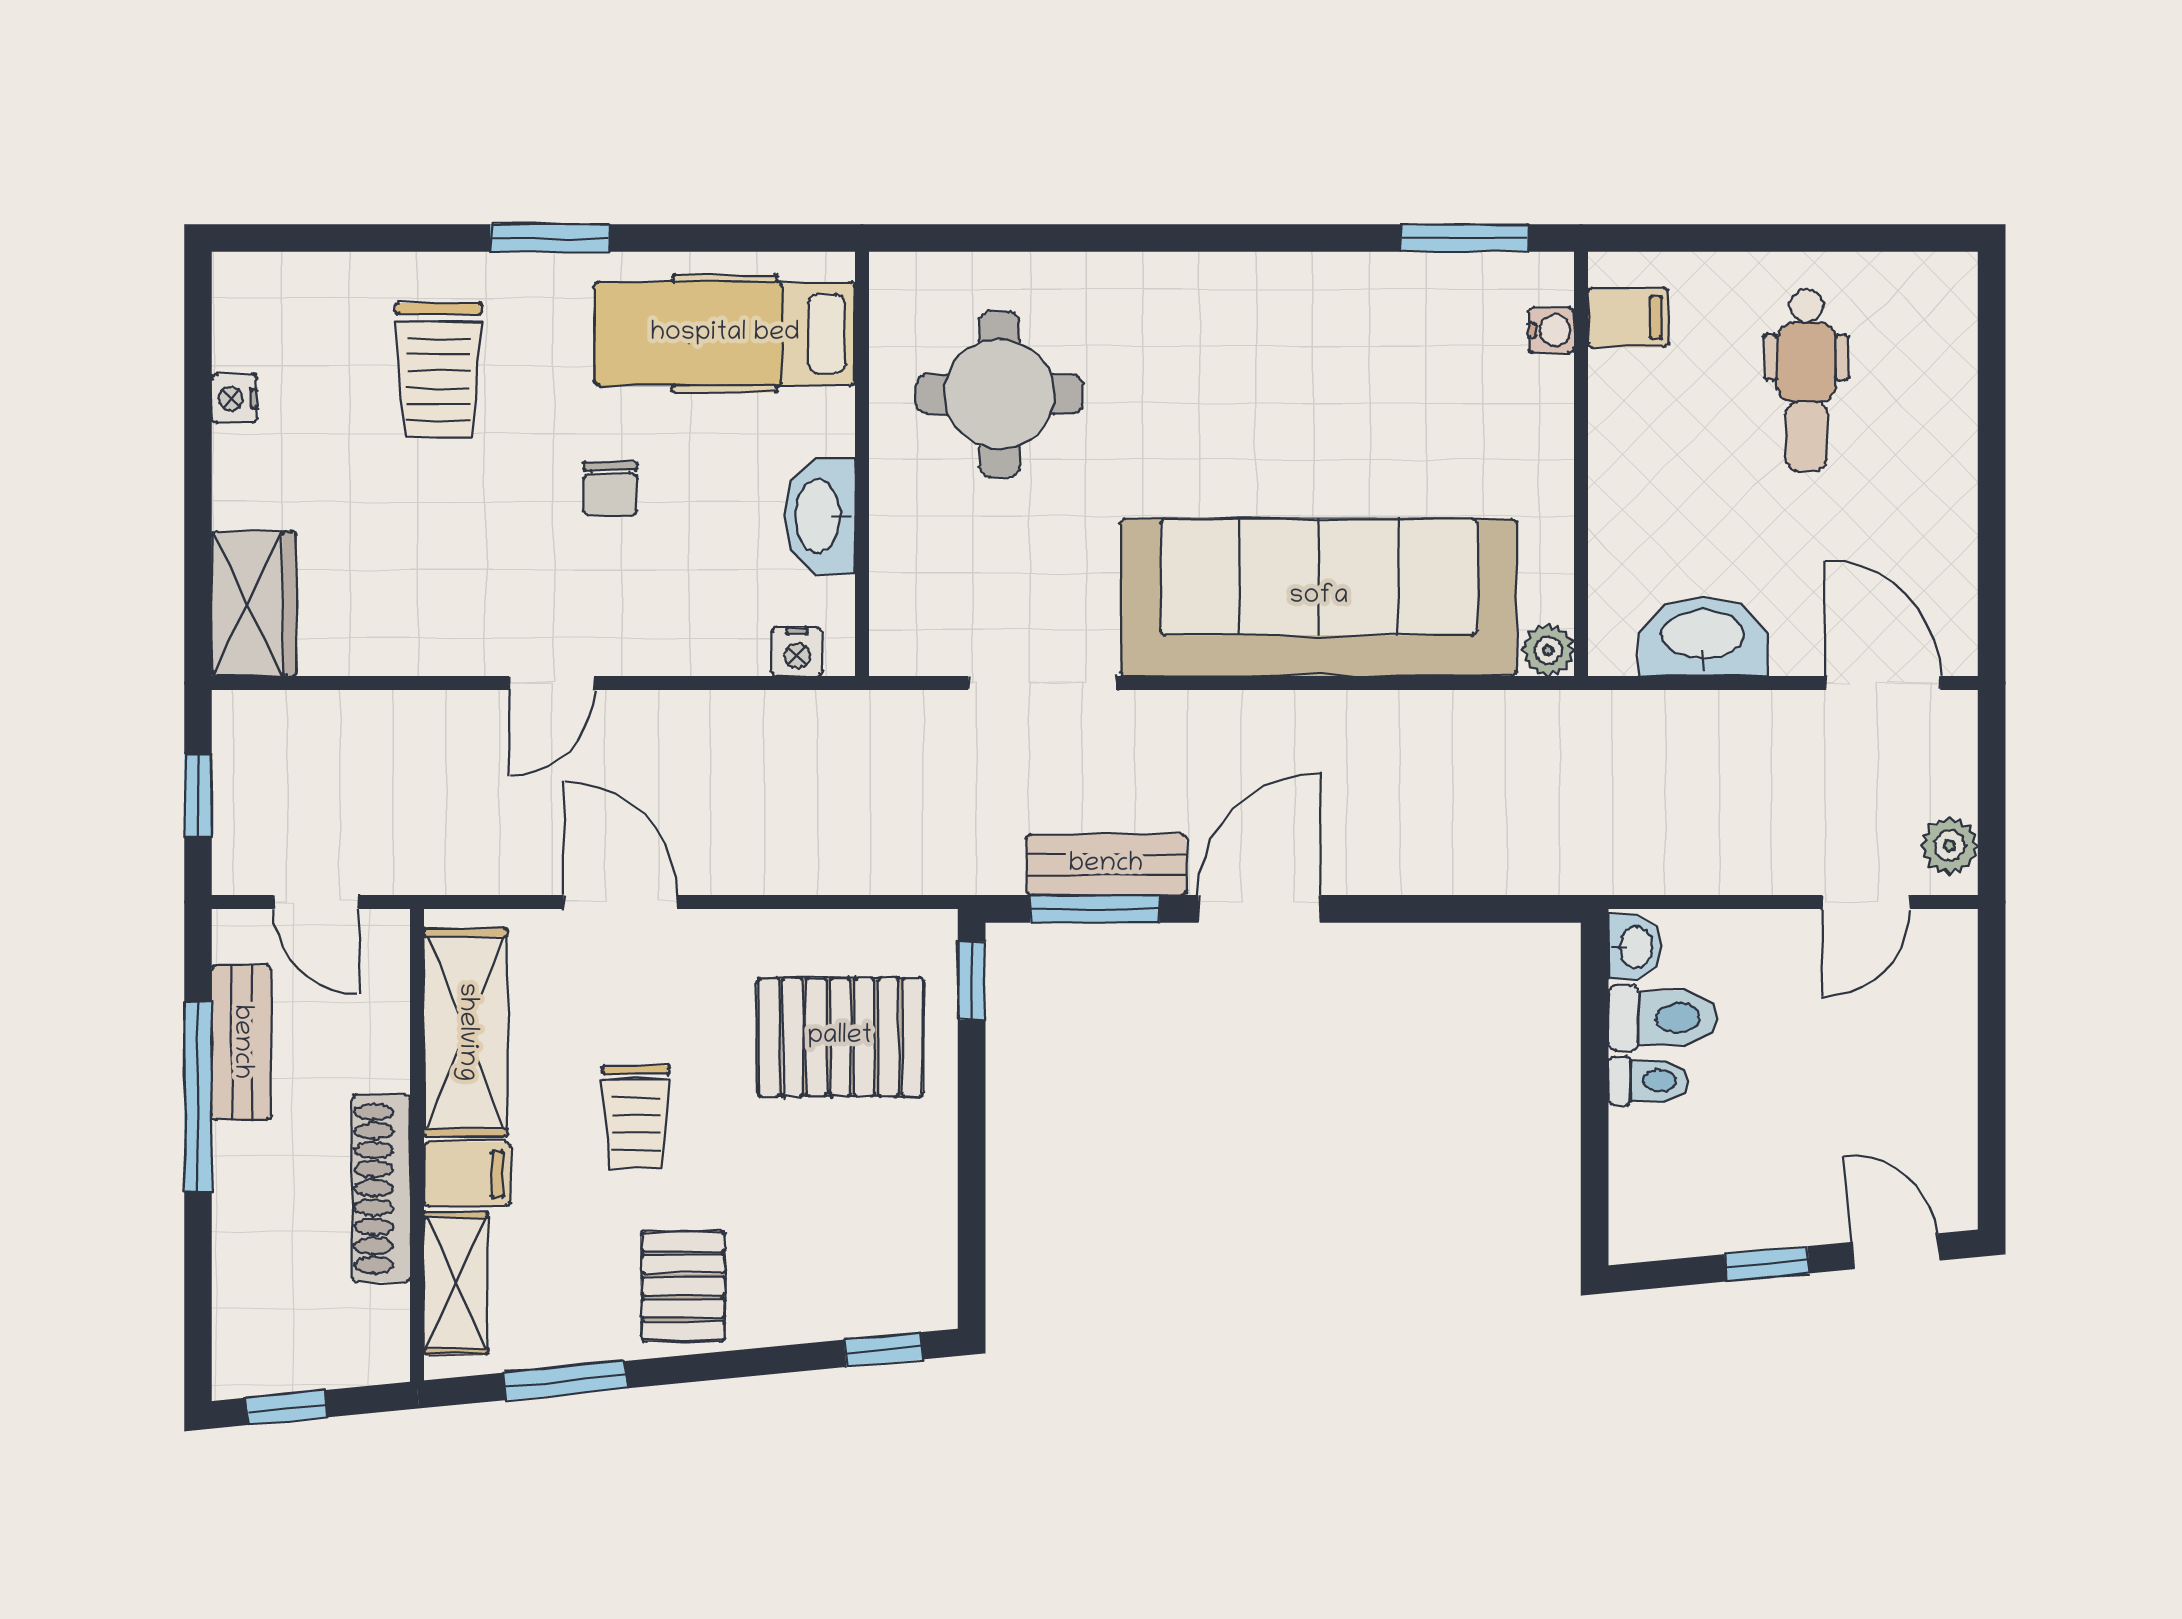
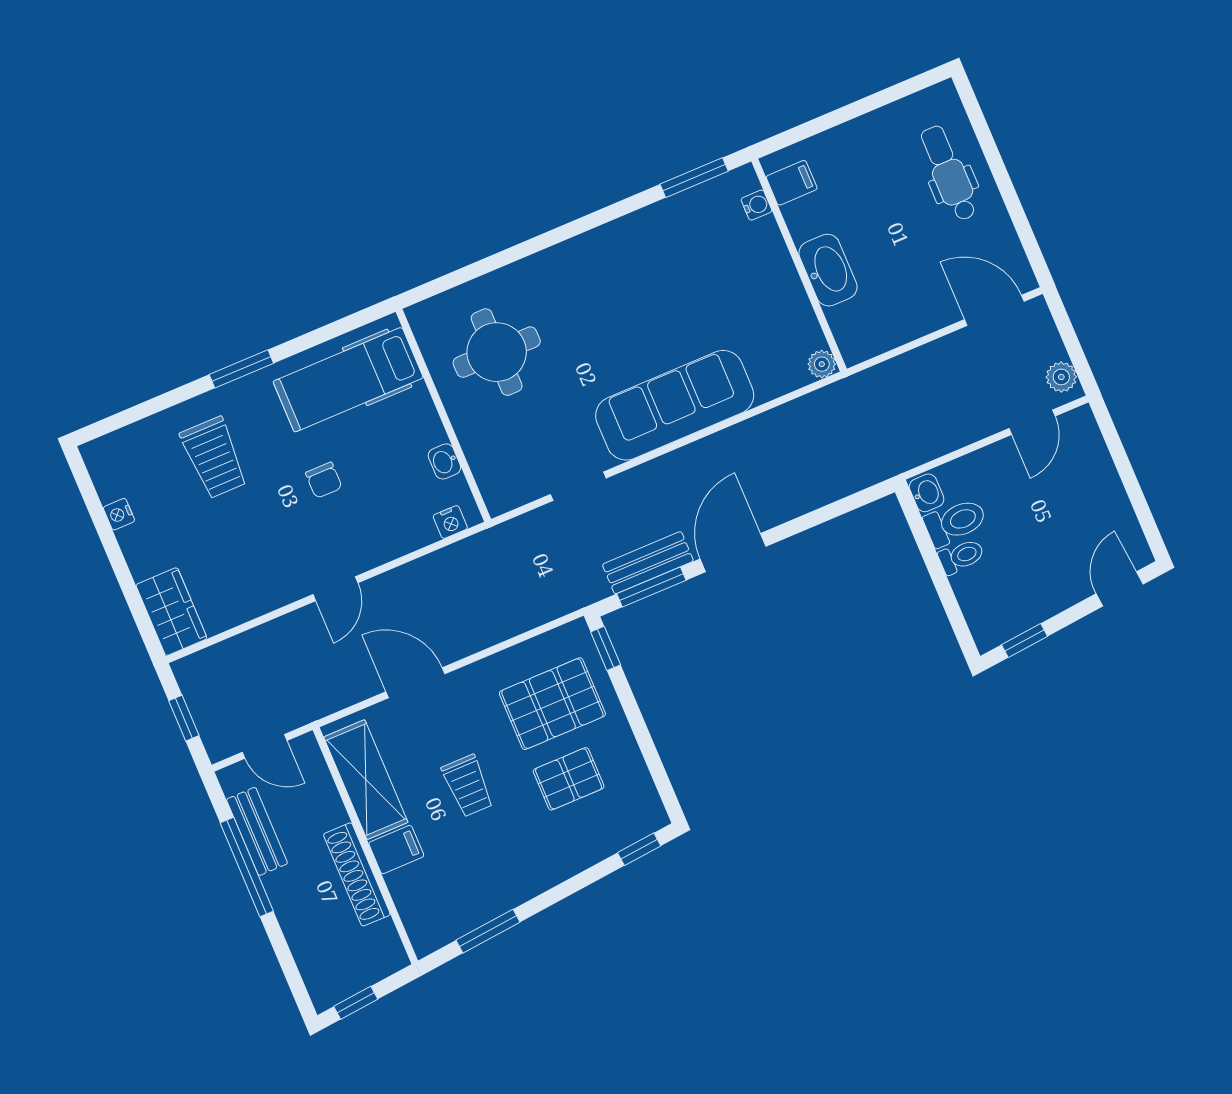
dental chair: (1806, 380) -> (949, 173), moved, turned 180
washbasin: (820, 516) -> (444, 461), width x0.52, depth x0.69
sofa: (1319, 597) -> (675, 405), width x0.74, depth x0.79
washbasin: (1703, 637) -> (828, 270), moved, turned 90
doorway: (1042, 683) -> (578, 486), width x0.73
door: (1896, 1251) -> (1120, 589), hinge flipped
window: (1767, 1264) -> (1025, 640), moved
shelving: (456, 1283) -> (413, 906), removed
pallet: (683, 1286) -> (569, 779), moved, turned 90

